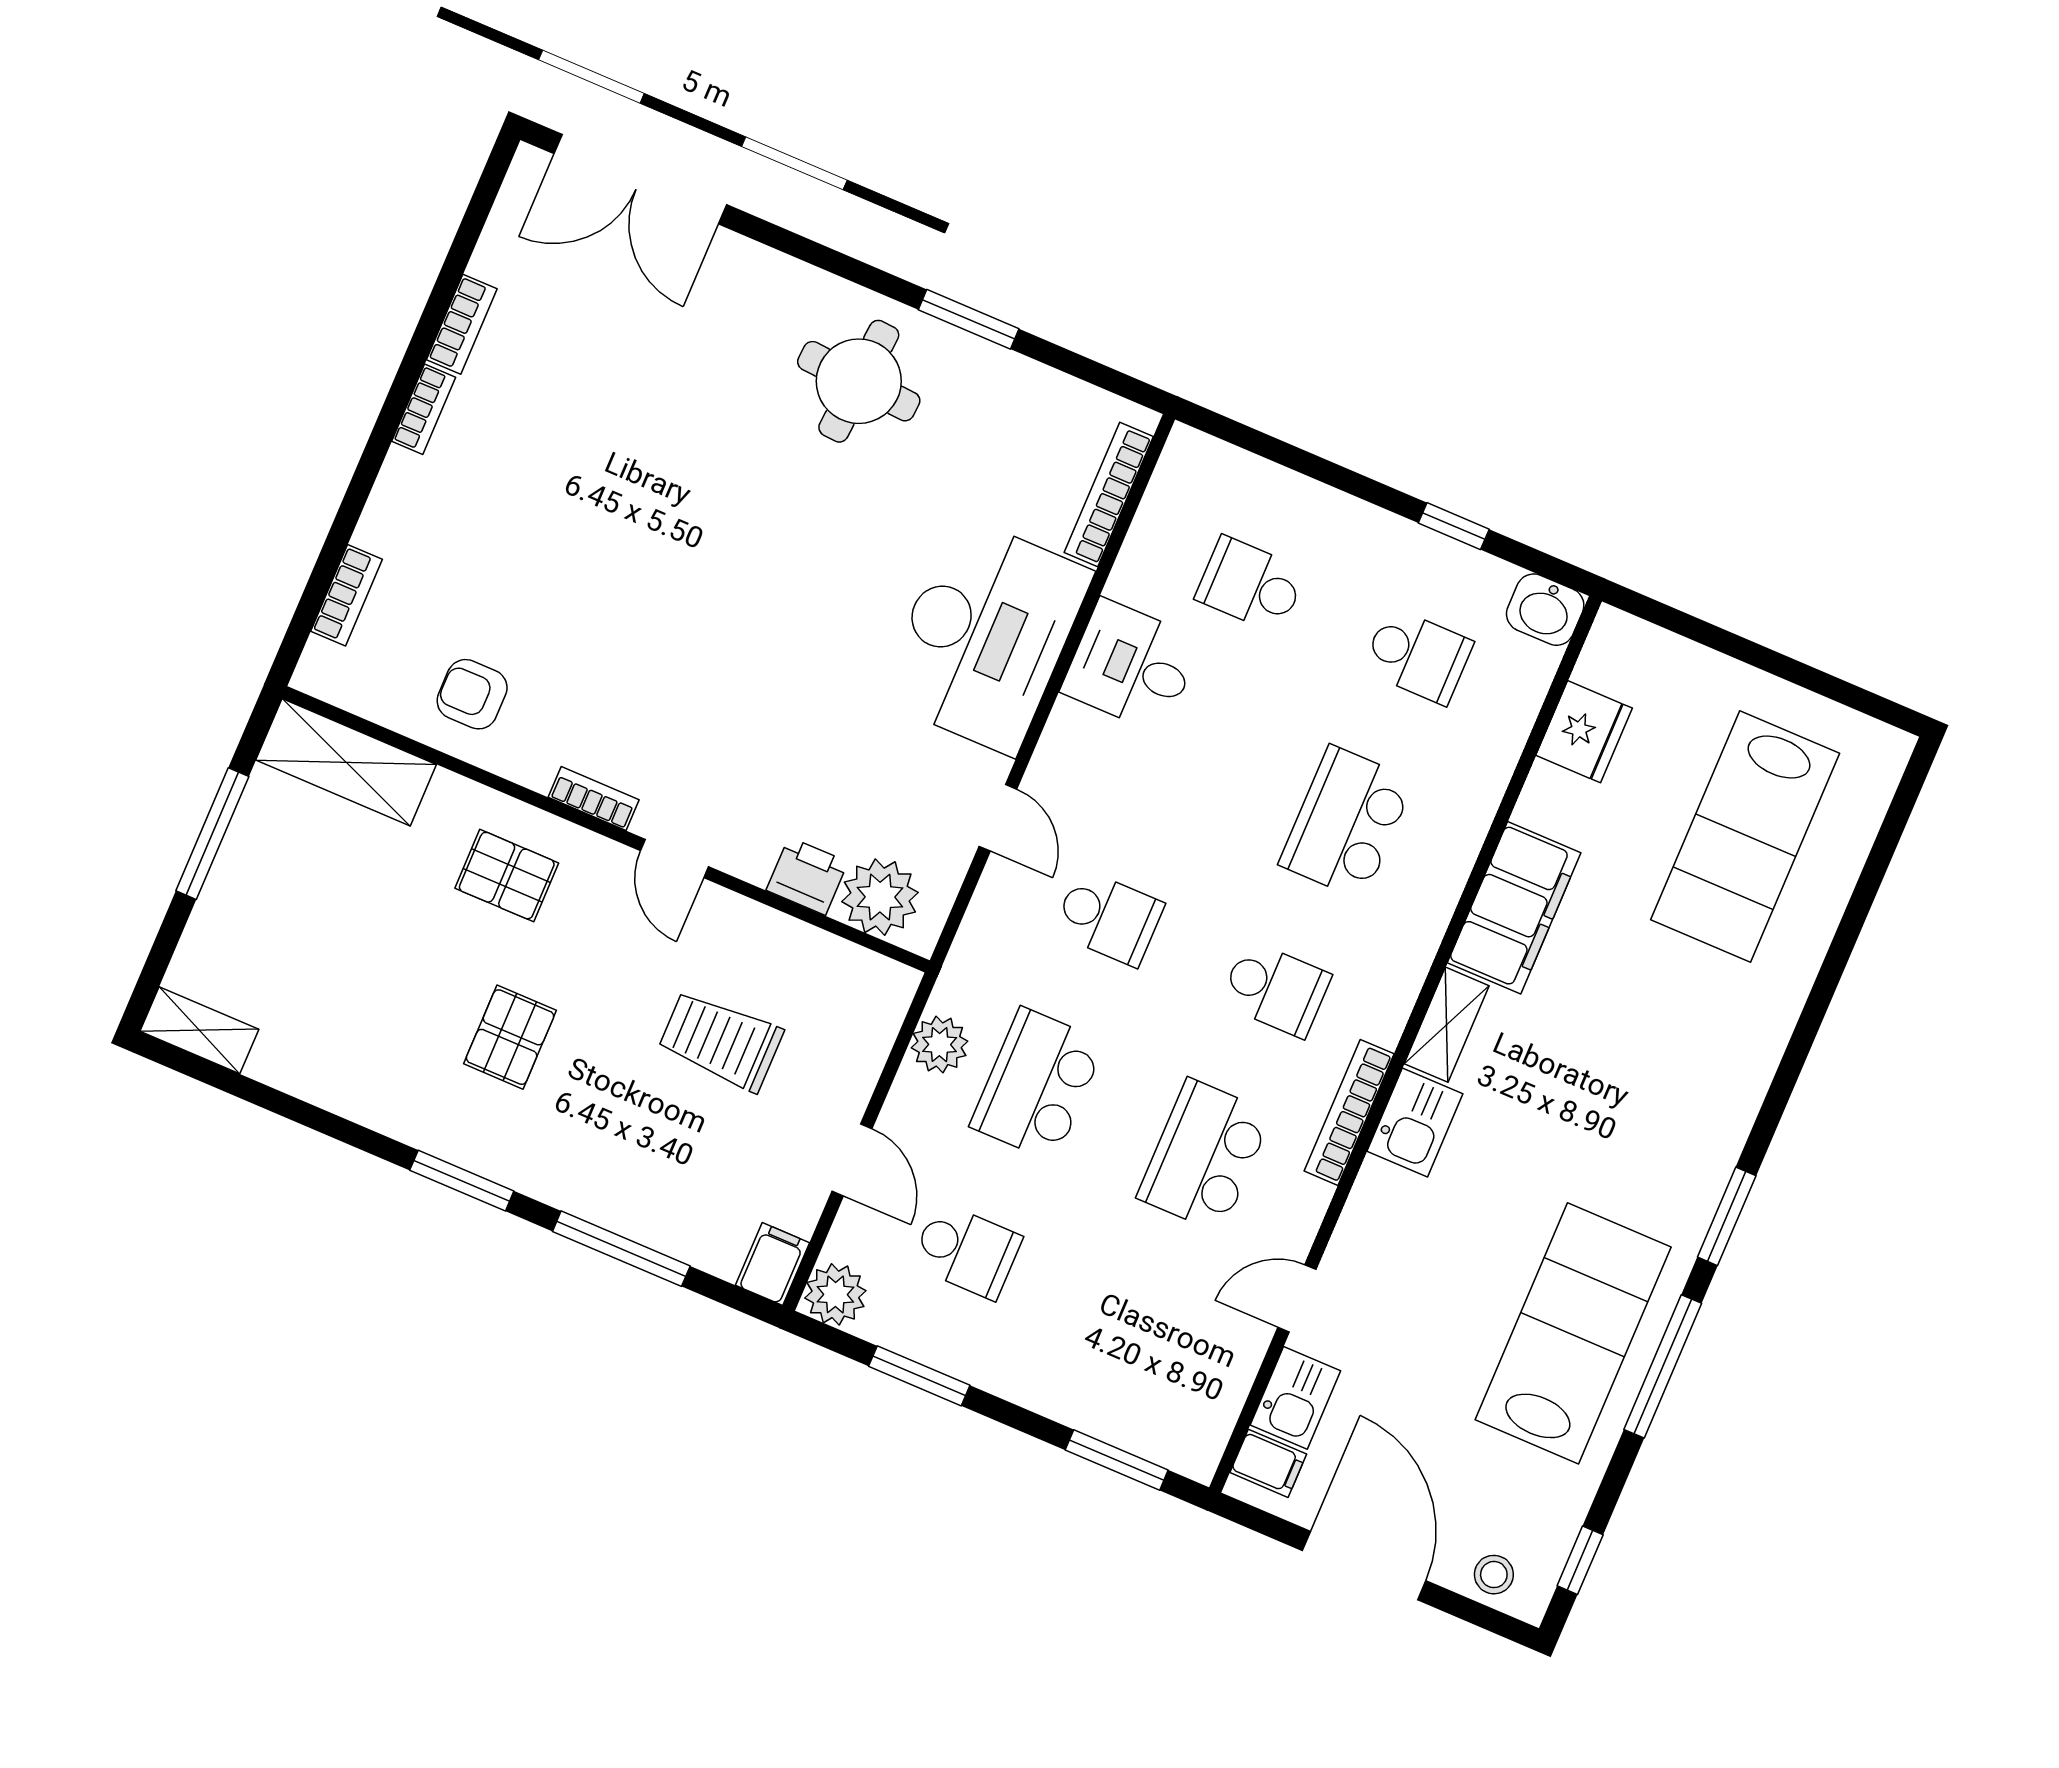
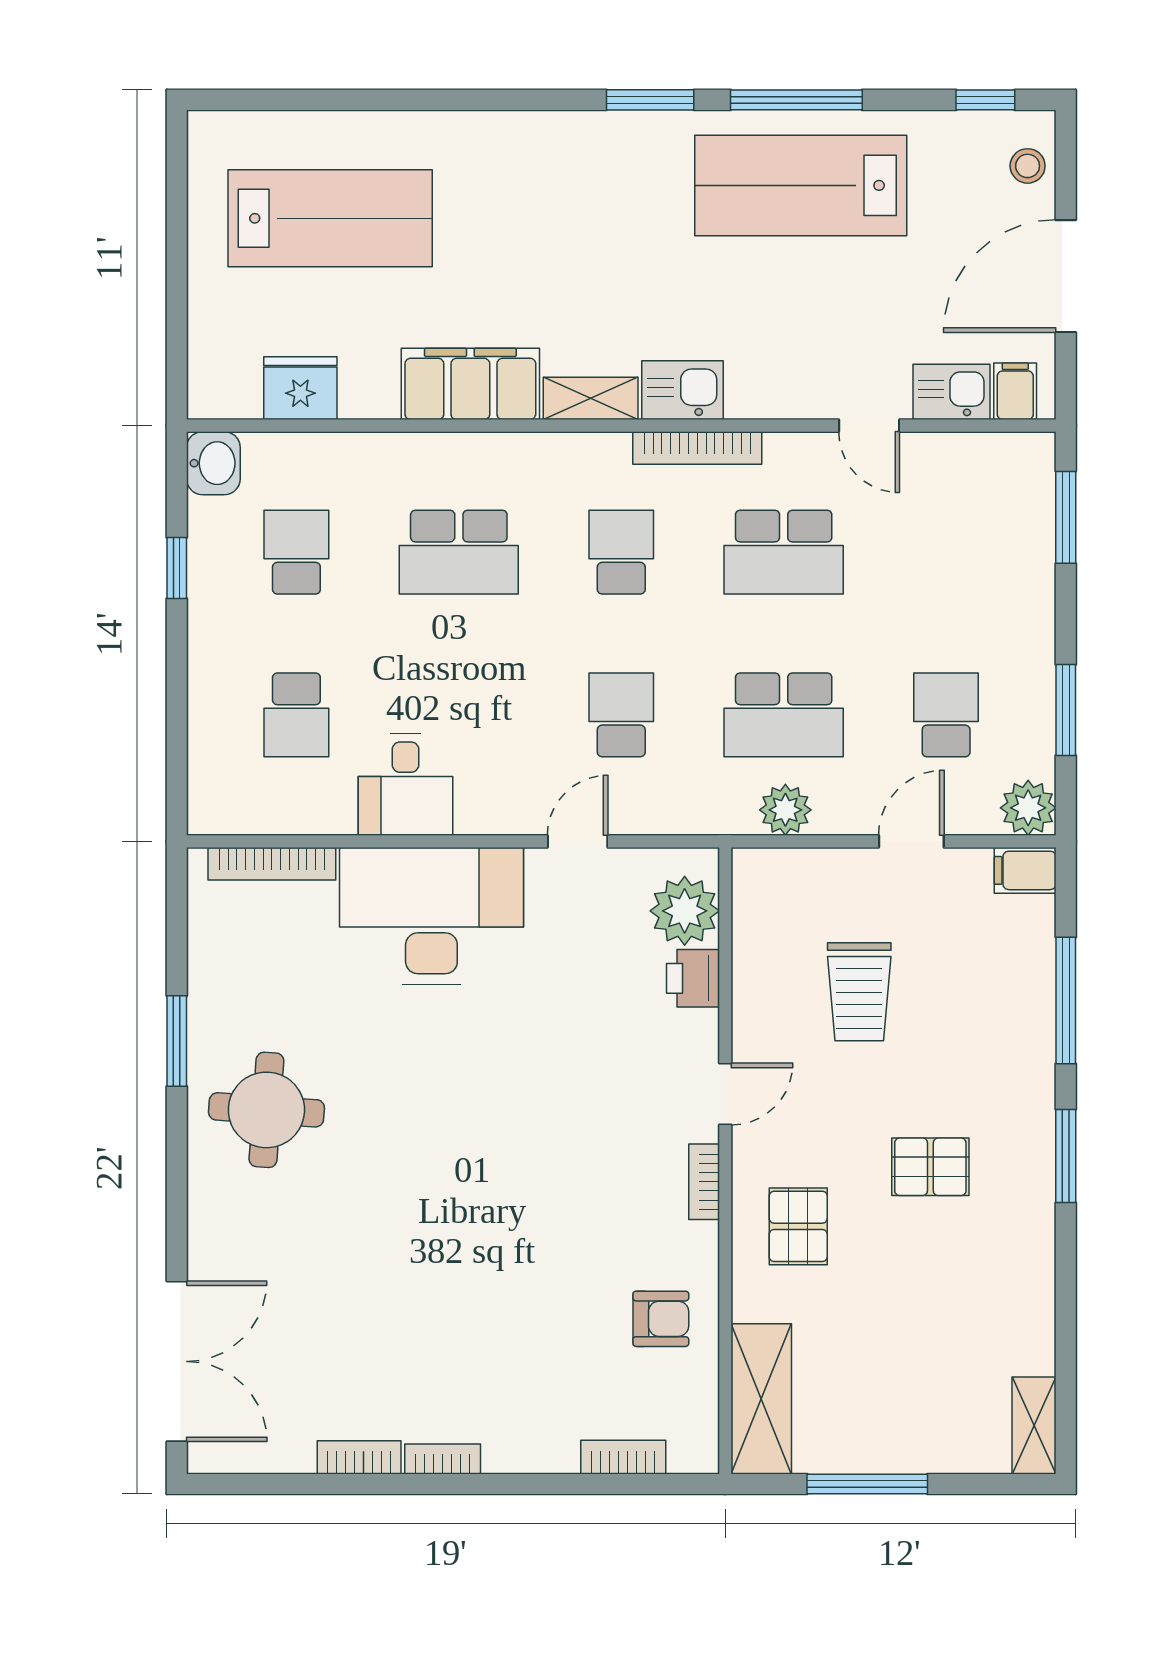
armchair: (472, 694) -> (661, 1319), turned -90

